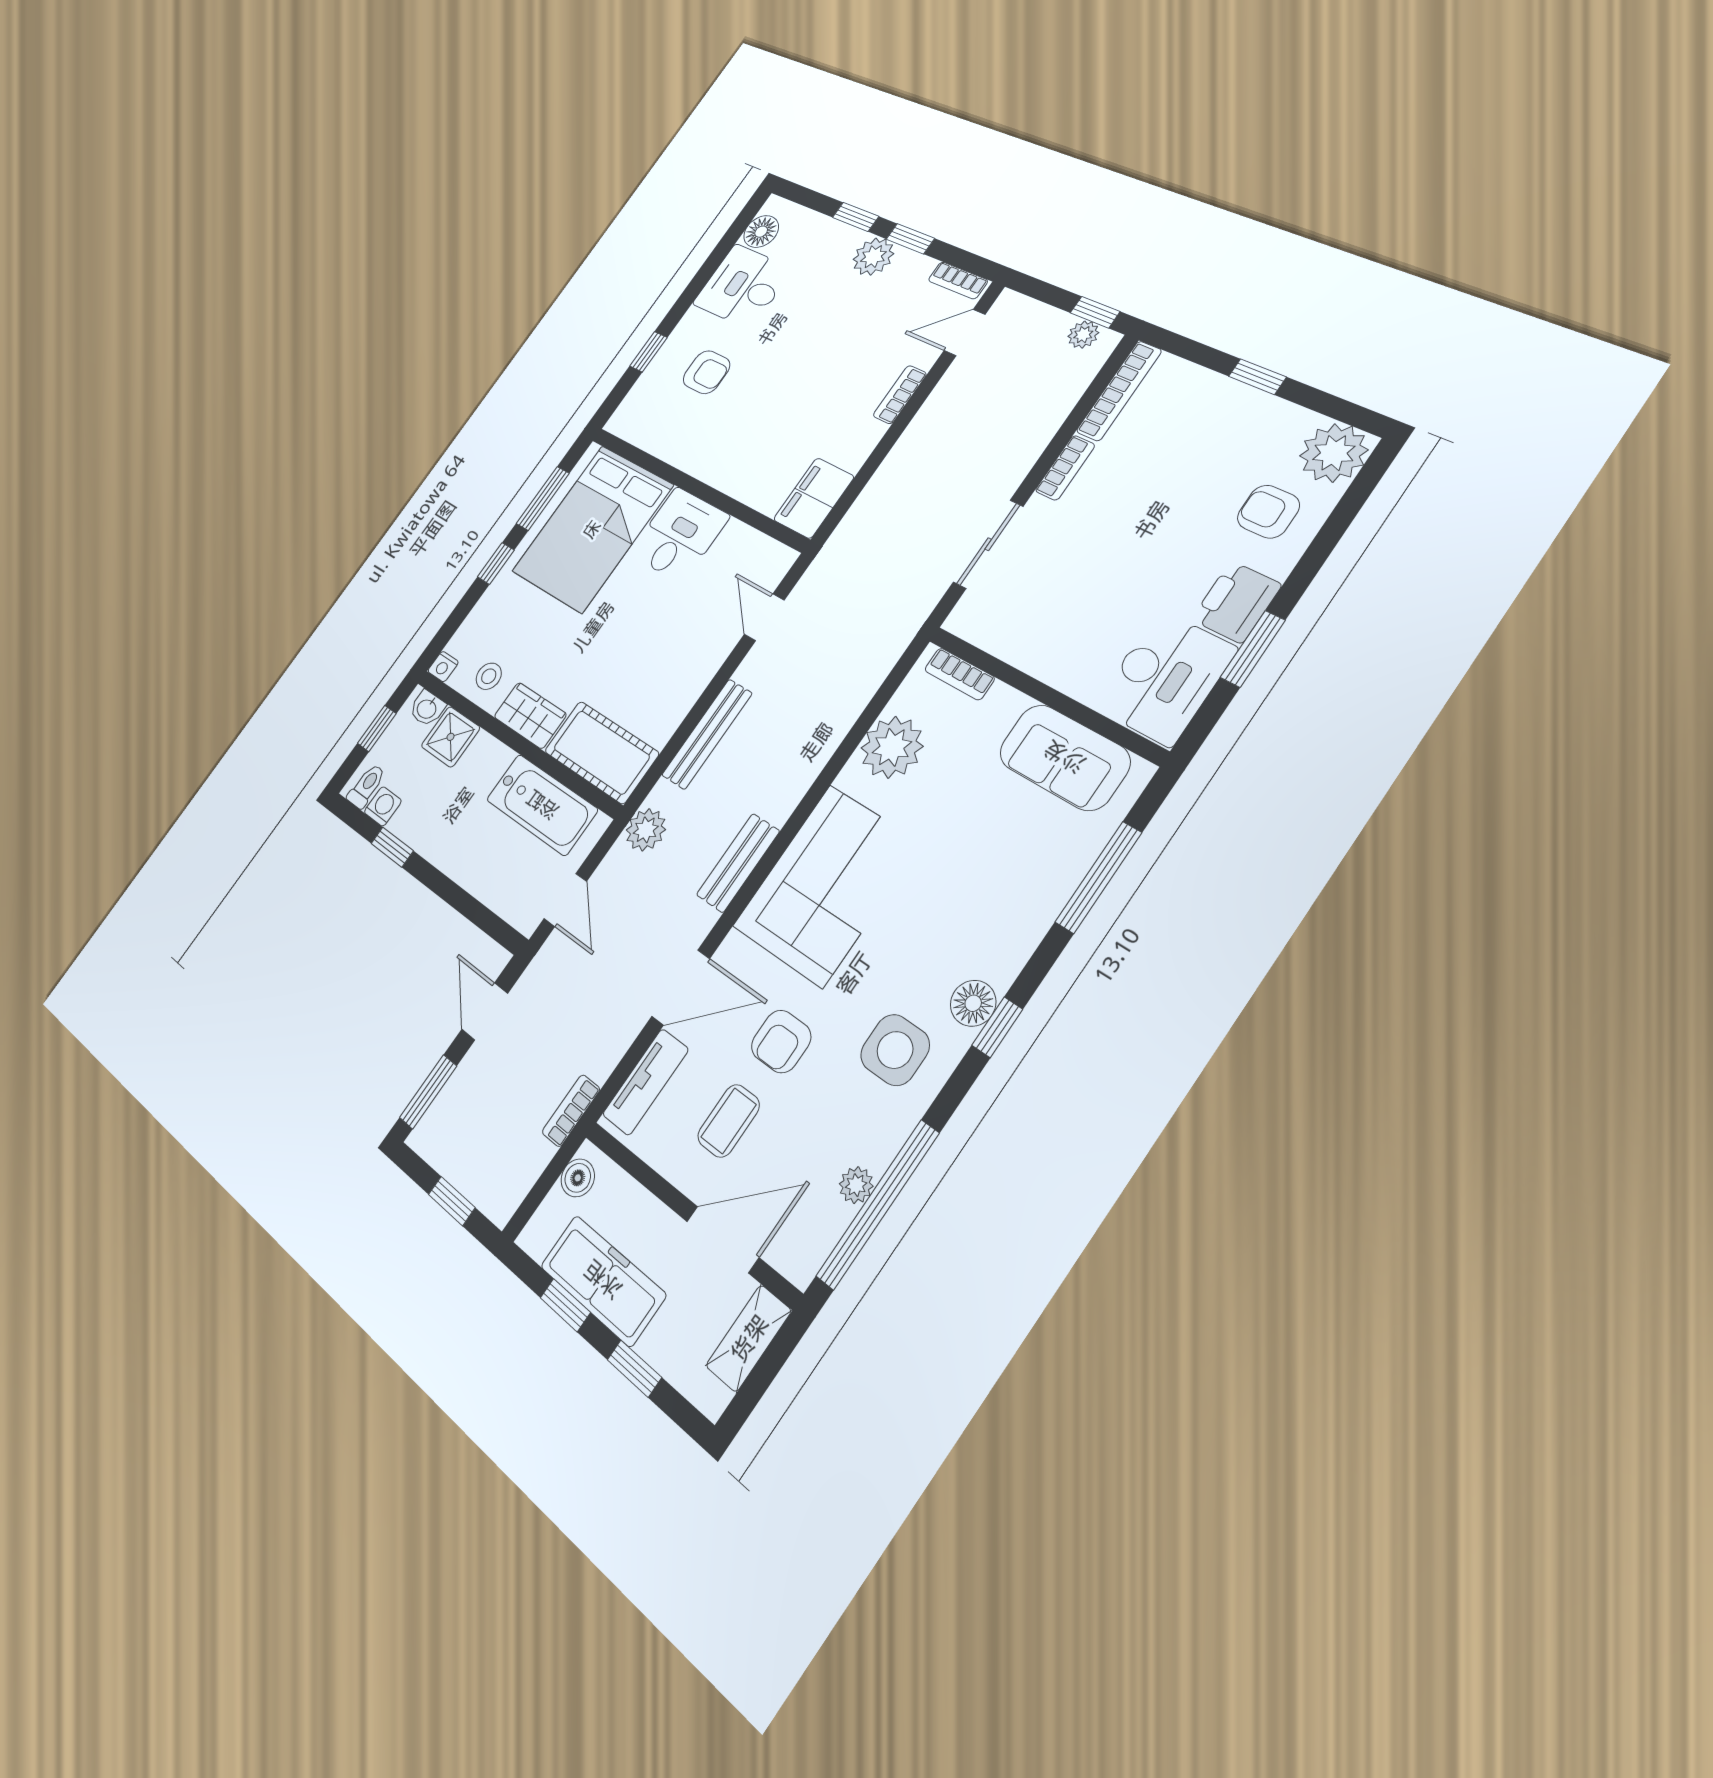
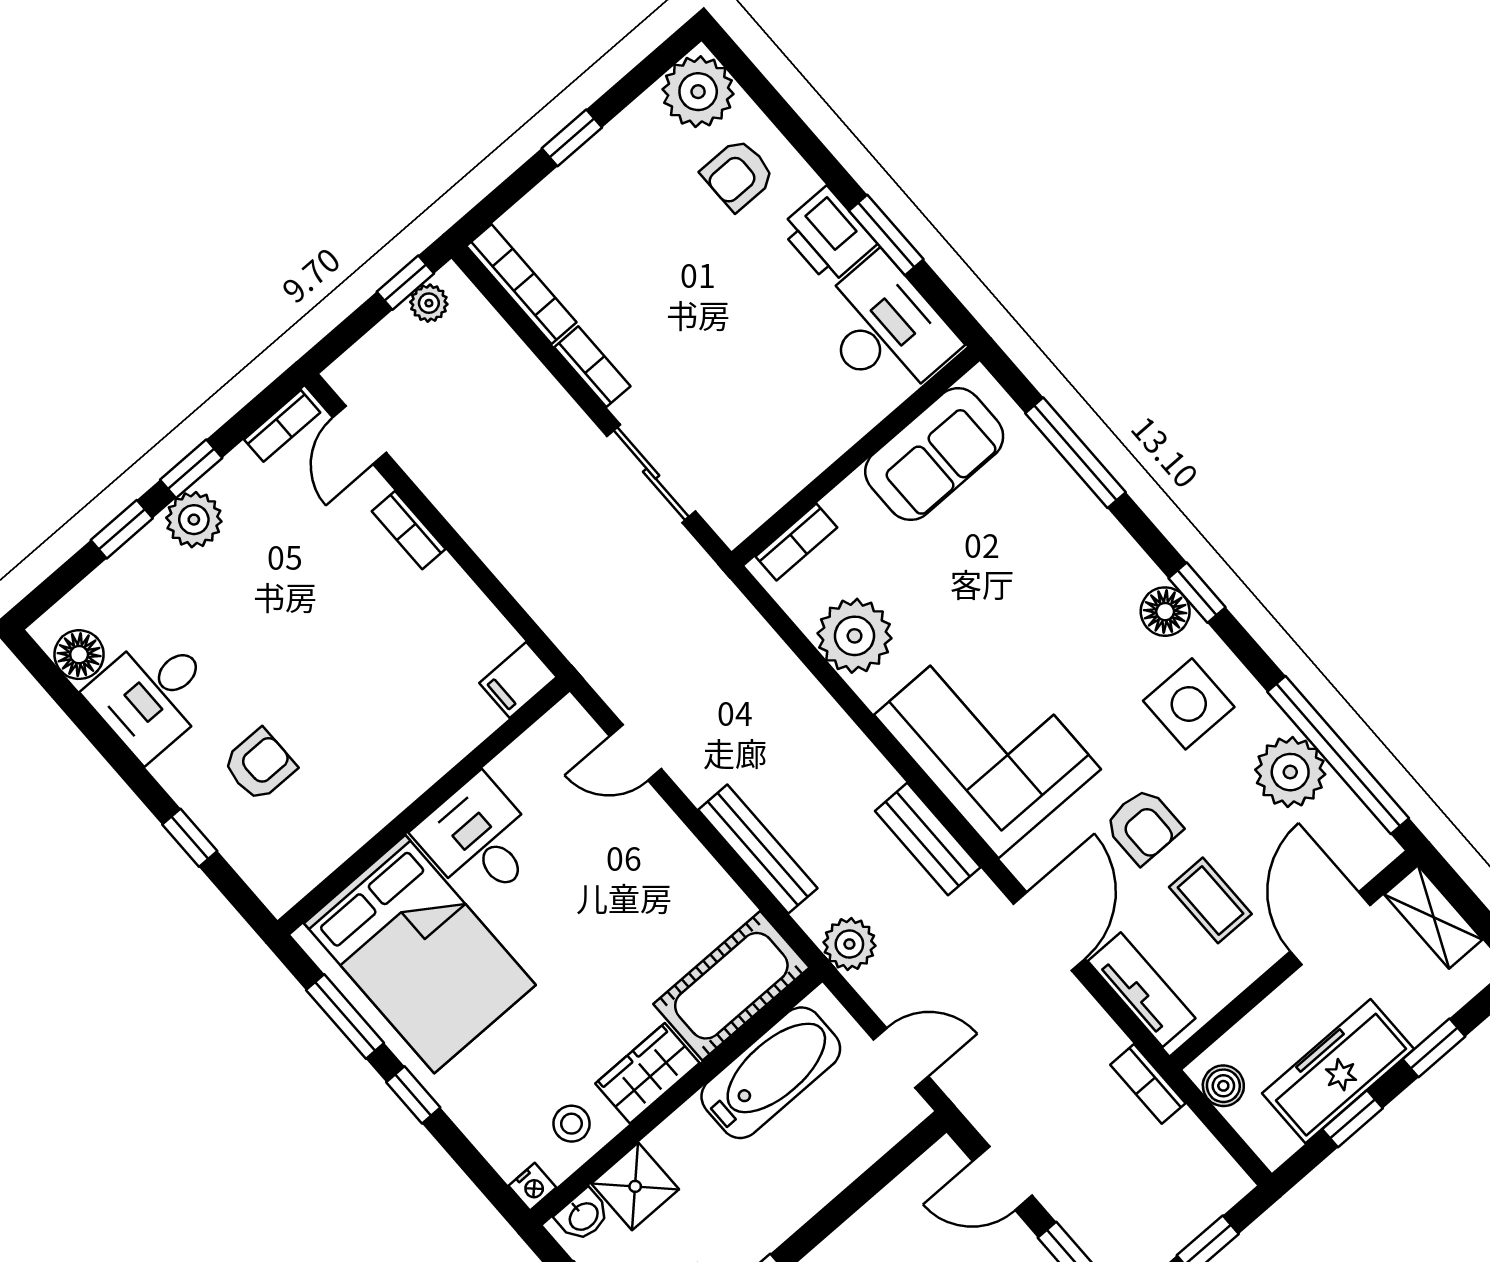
filing cabinet: (814, 498) -> (518, 680), width x0.50
plant: (856, 1185) -> (1290, 772), width x1.88, depth x1.88

